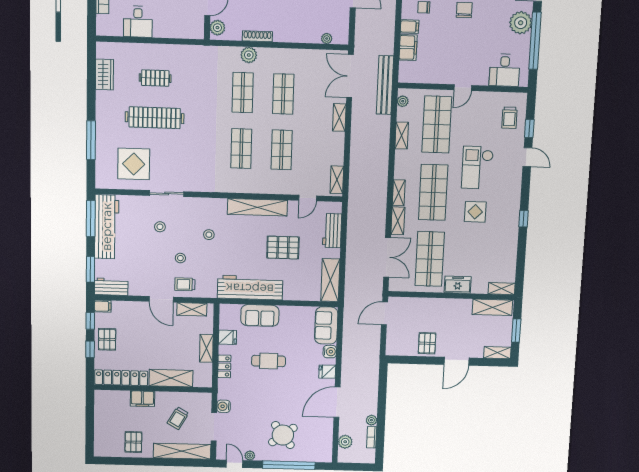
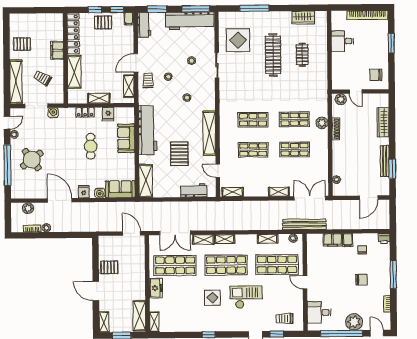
shelving: (330, 280) -> (146, 181), moved, turned 90

